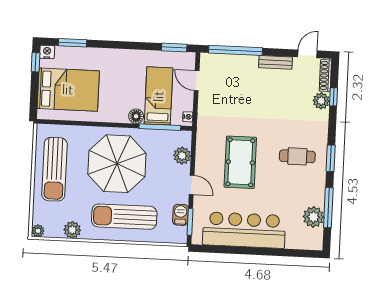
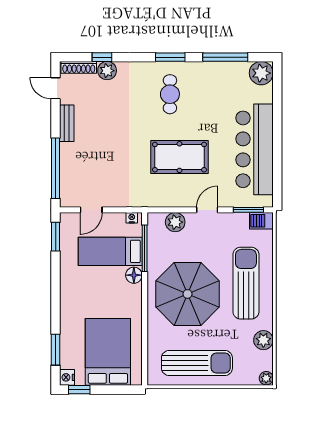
barbecue: (180, 215) -> (261, 221), moved
sun lounger: (124, 217) -> (246, 283), turned 180
plant: (313, 217) -> (261, 73), moved

